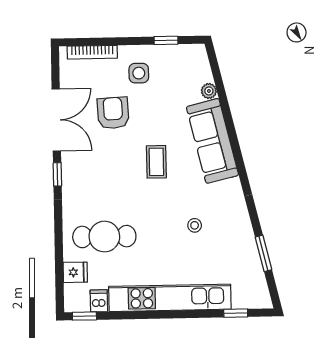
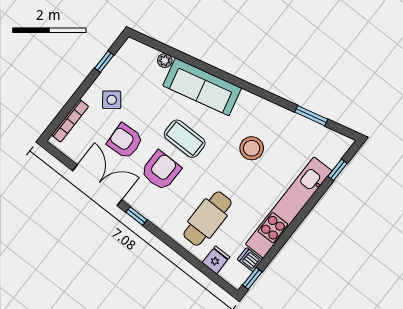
side table: (139, 73) -> (112, 100), turned -38
coffee table: (156, 162) -> (185, 139), width x1.36, depth x1.30
armchair: (113, 164) -> (161, 171), added
stool: (195, 225) -> (252, 148), width x1.89, depth x1.89

